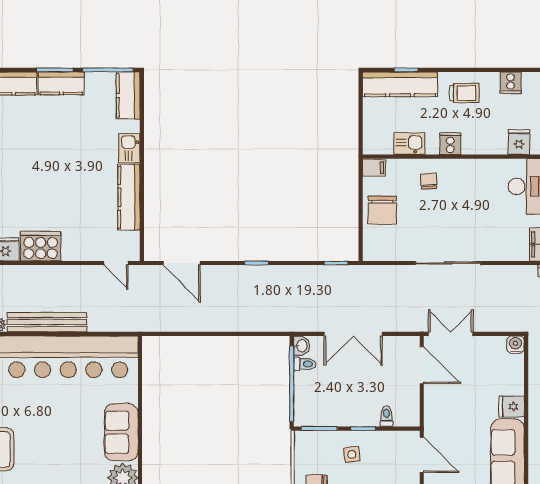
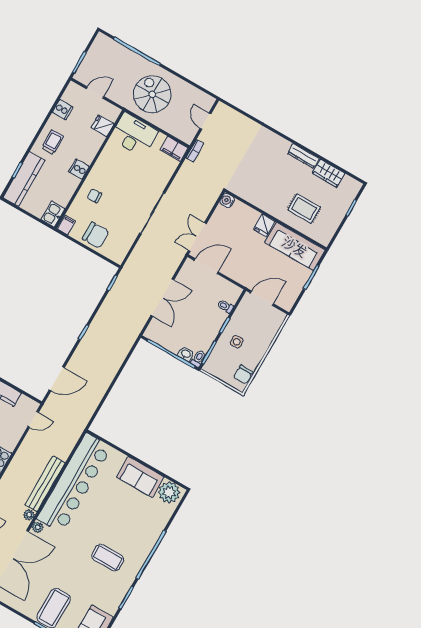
kitchen sink: (409, 144) -> (53, 214), moved
washbasin: (302, 346) -> (186, 354), moved
toilet: (305, 364) -> (198, 358), moved

